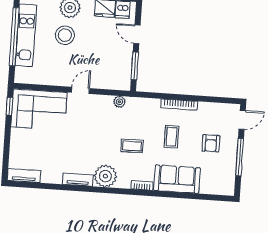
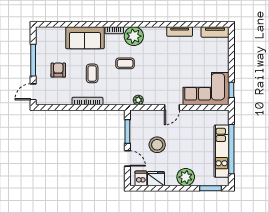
stool: (65, 35) -> (157, 145), moved
plant: (105, 176) -> (134, 36), moved
tv unit: (78, 180) -> (180, 32), moved

